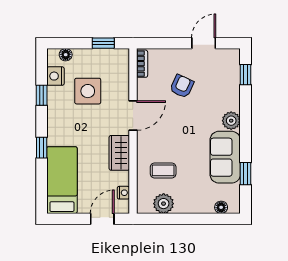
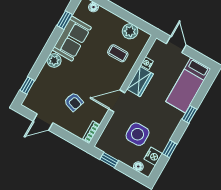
armchair: (182, 86) -> (74, 102), turned -97
nightstand: (123, 193) -> (147, 63), moved
door: (102, 219) -> (176, 44), swing flipped

